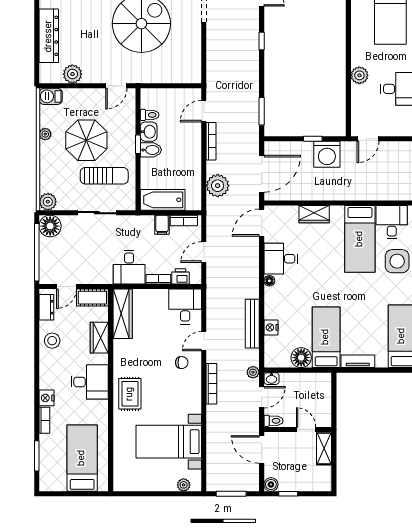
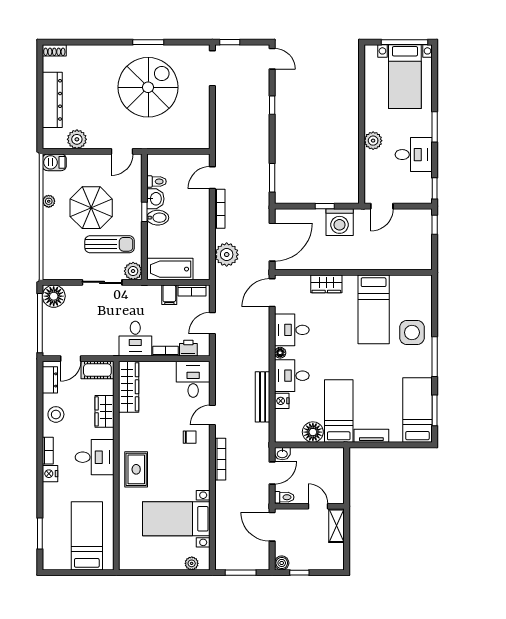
plant: (48, 202) -> (133, 271), moved
desk: (392, 222) -> (292, 376), moved, turned -90
plant: (253, 372) -> (263, 447), removed
bookcase: (44, 420) -> (48, 451), moved

